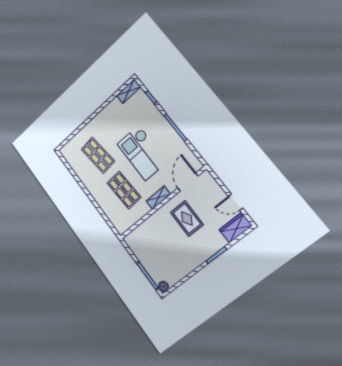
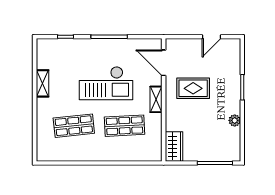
shelving: (129, 91) -> (42, 83), moved
wardrobe: (236, 228) -> (174, 146), moved, turned 180
plant: (163, 286) -> (235, 120), moved

